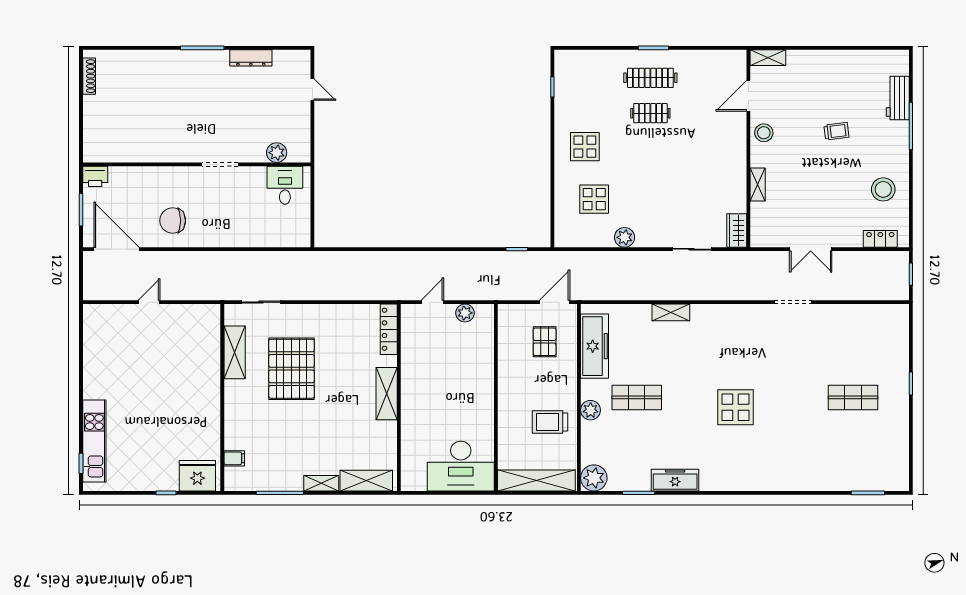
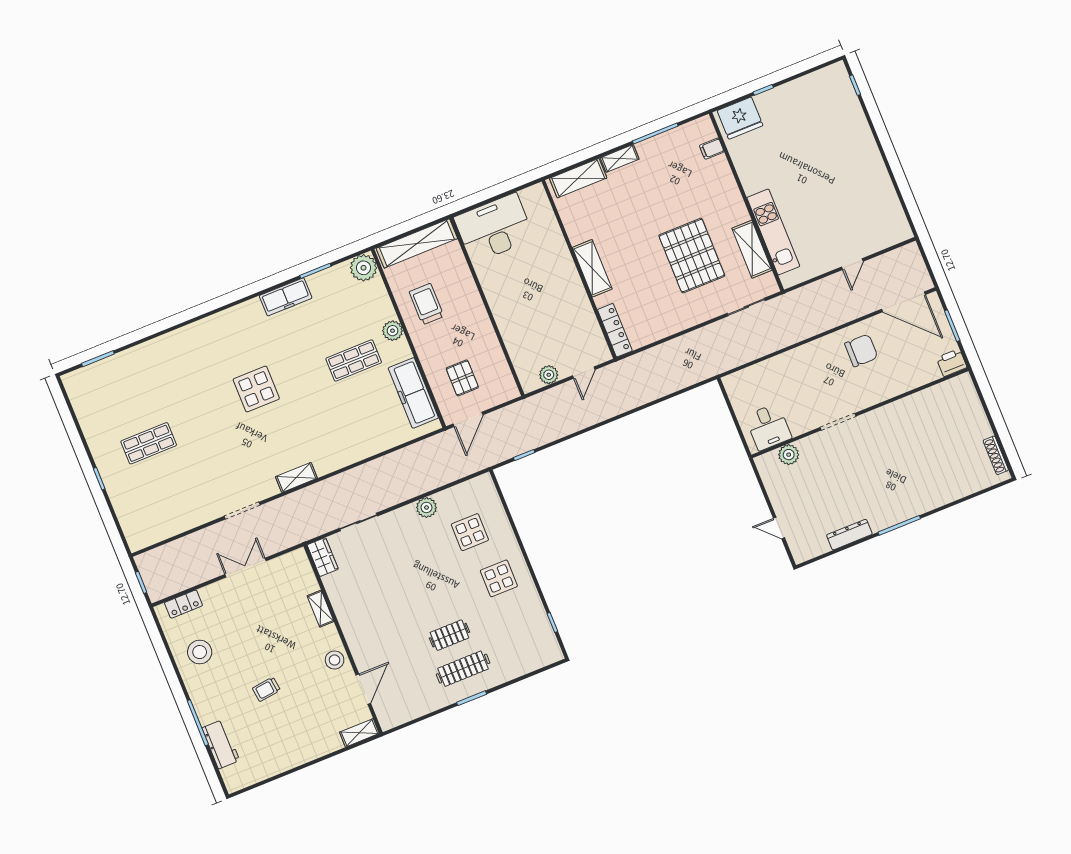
shelving: (671, 312) -> (296, 477), moved
trolley: (550, 422) -> (426, 304), turned -90
kitchen unit: (94, 441) -> (773, 232), moved, turned 180

